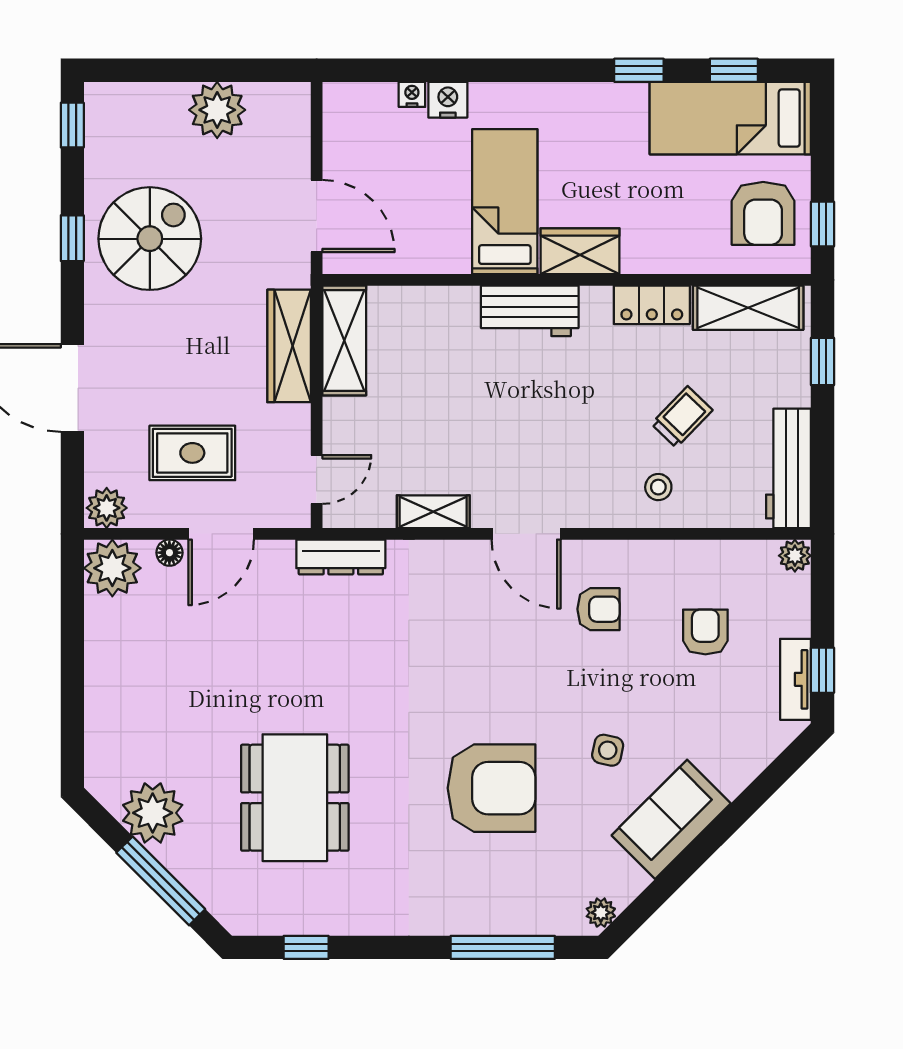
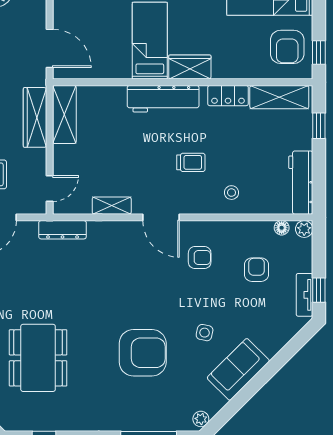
workbench: (530, 311) -> (163, 99), width x1.38
trolley: (682, 417) -> (191, 162), moved, turned 46
floor lamp: (753, 553) -> (282, 228), added

